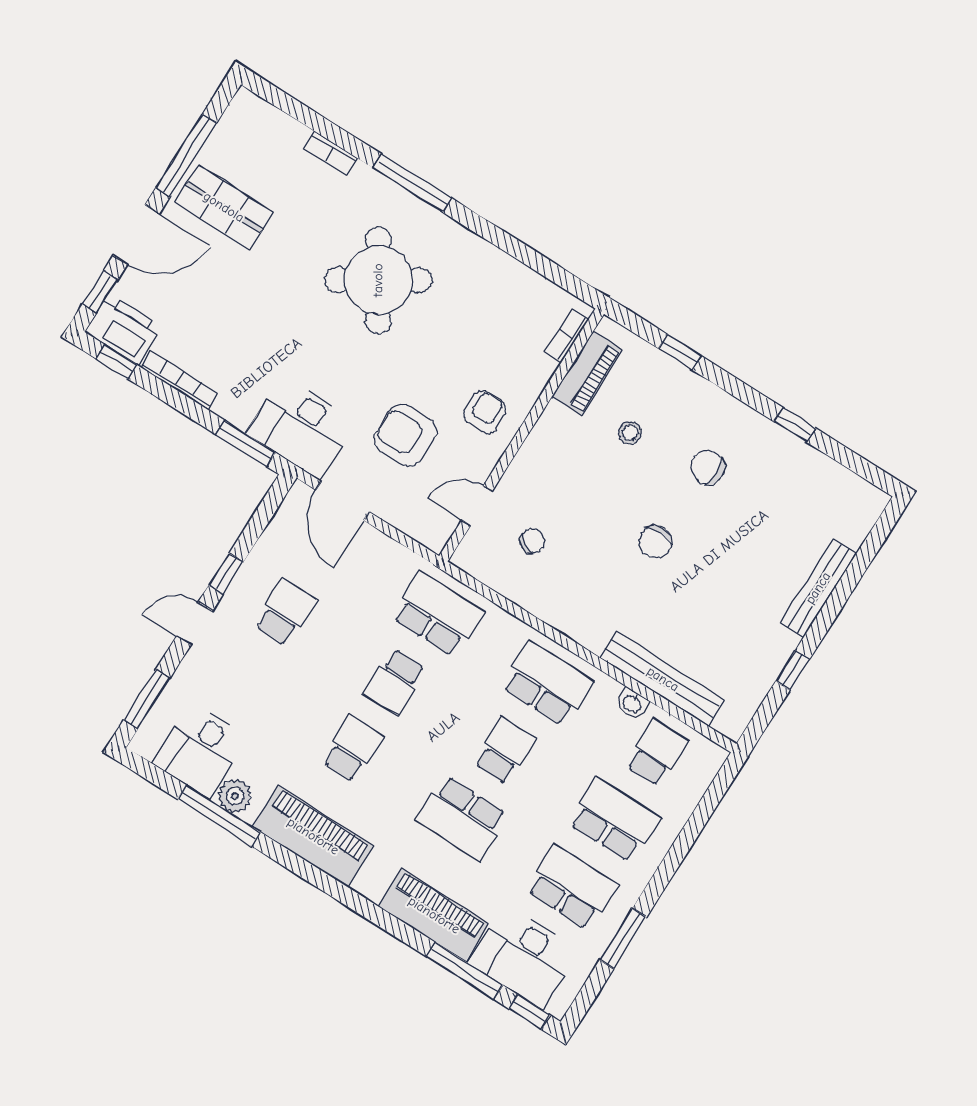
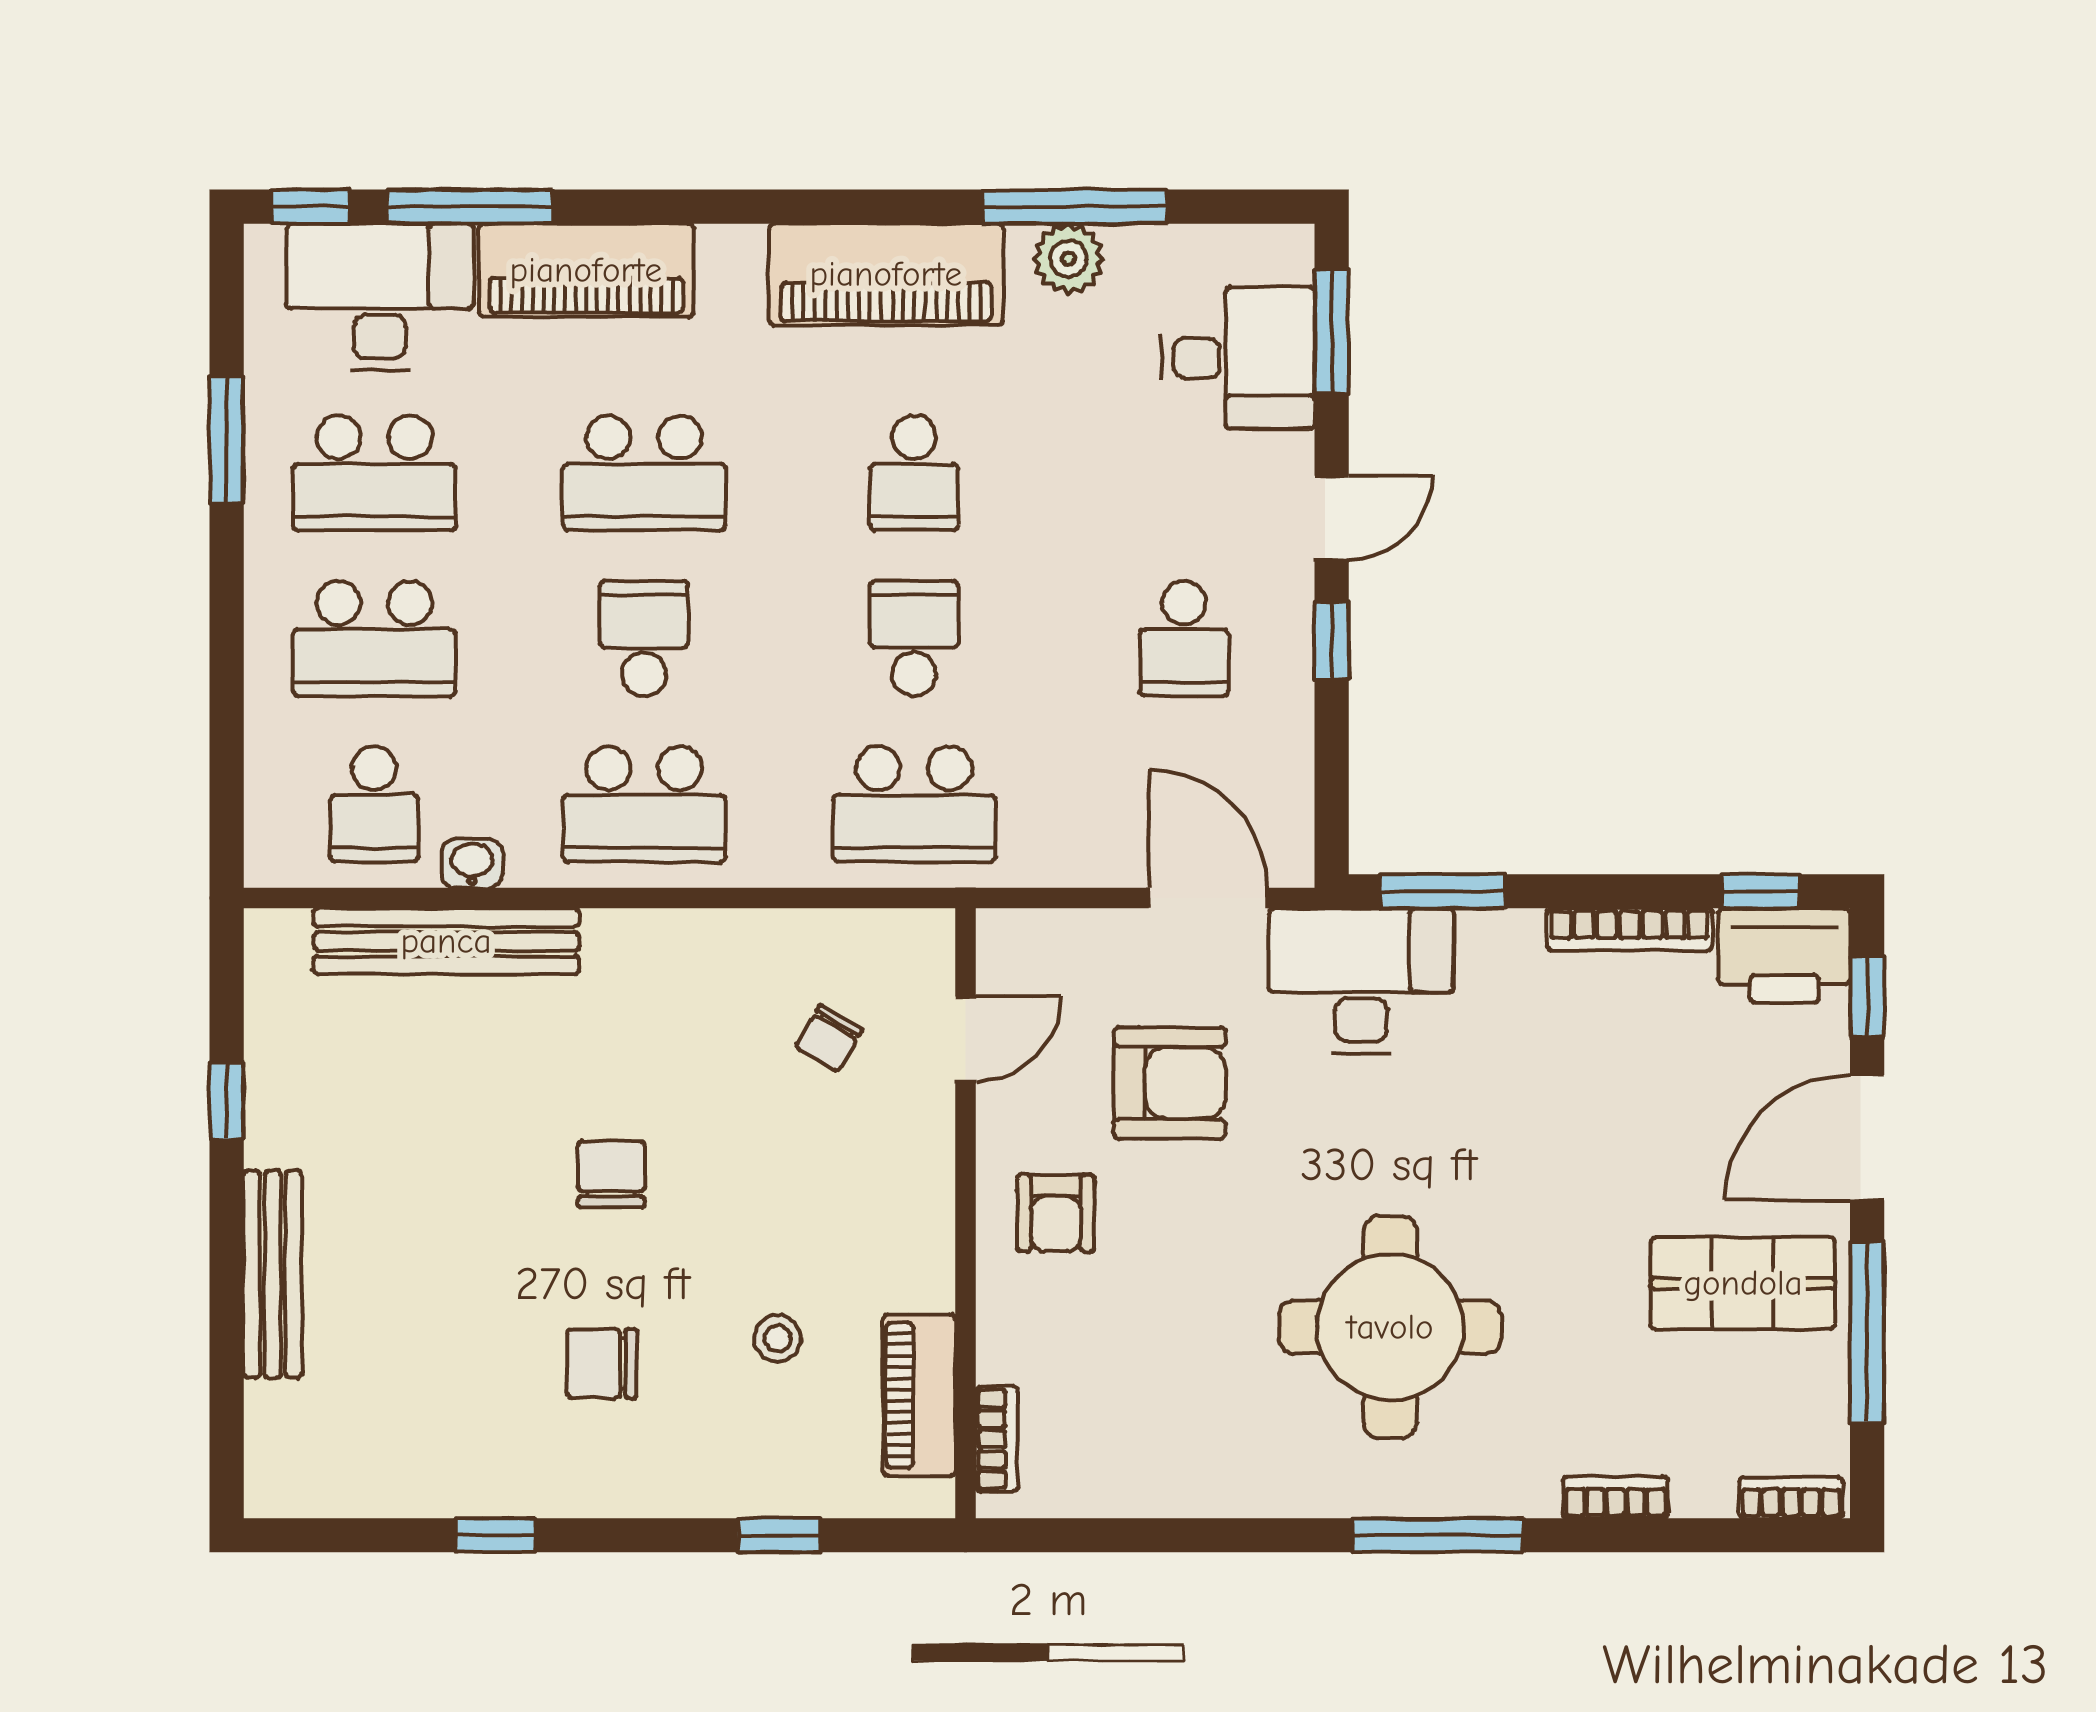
bookcase: (260, 108) -> (1791, 1498), added
round table: (378, 280) -> (1390, 1327), turned 32
chair: (708, 467) -> (602, 1364), turned 180
desk: (200, 751) -> (1238, 358), moved, turned 90
school desk: (505, 751) -> (644, 638), turned 180
school desk: (462, 818) -> (644, 473), turned 180

